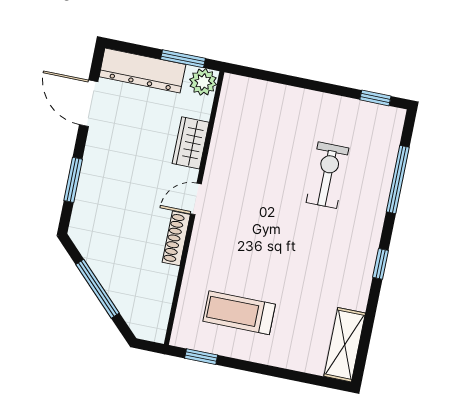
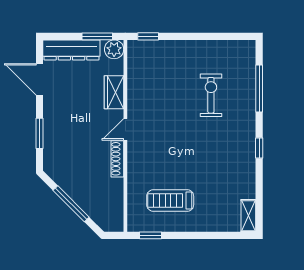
window: (375, 98) -> (148, 36), moved
shelving: (345, 345) -> (248, 216), width x0.67, depth x0.75

